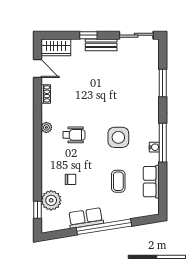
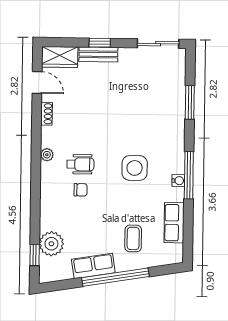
bench: (101, 45) -> (98, 54), moved
chair: (71, 179) -> (81, 190), moved
coffee table: (118, 181) -> (133, 238), moved

